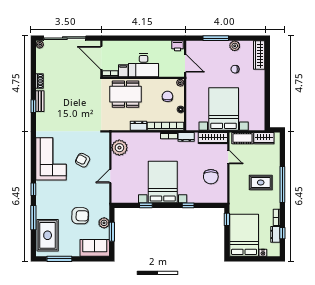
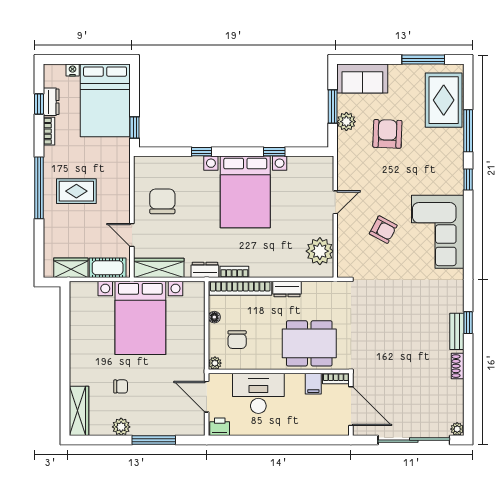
desk: (143, 65) -> (258, 393), moved
armchair: (80, 216) -> (387, 134), turned 90

